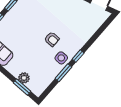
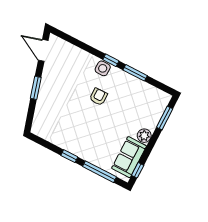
side table: (61, 58) -> (103, 68), moved
plant: (24, 78) -> (144, 136), moved

